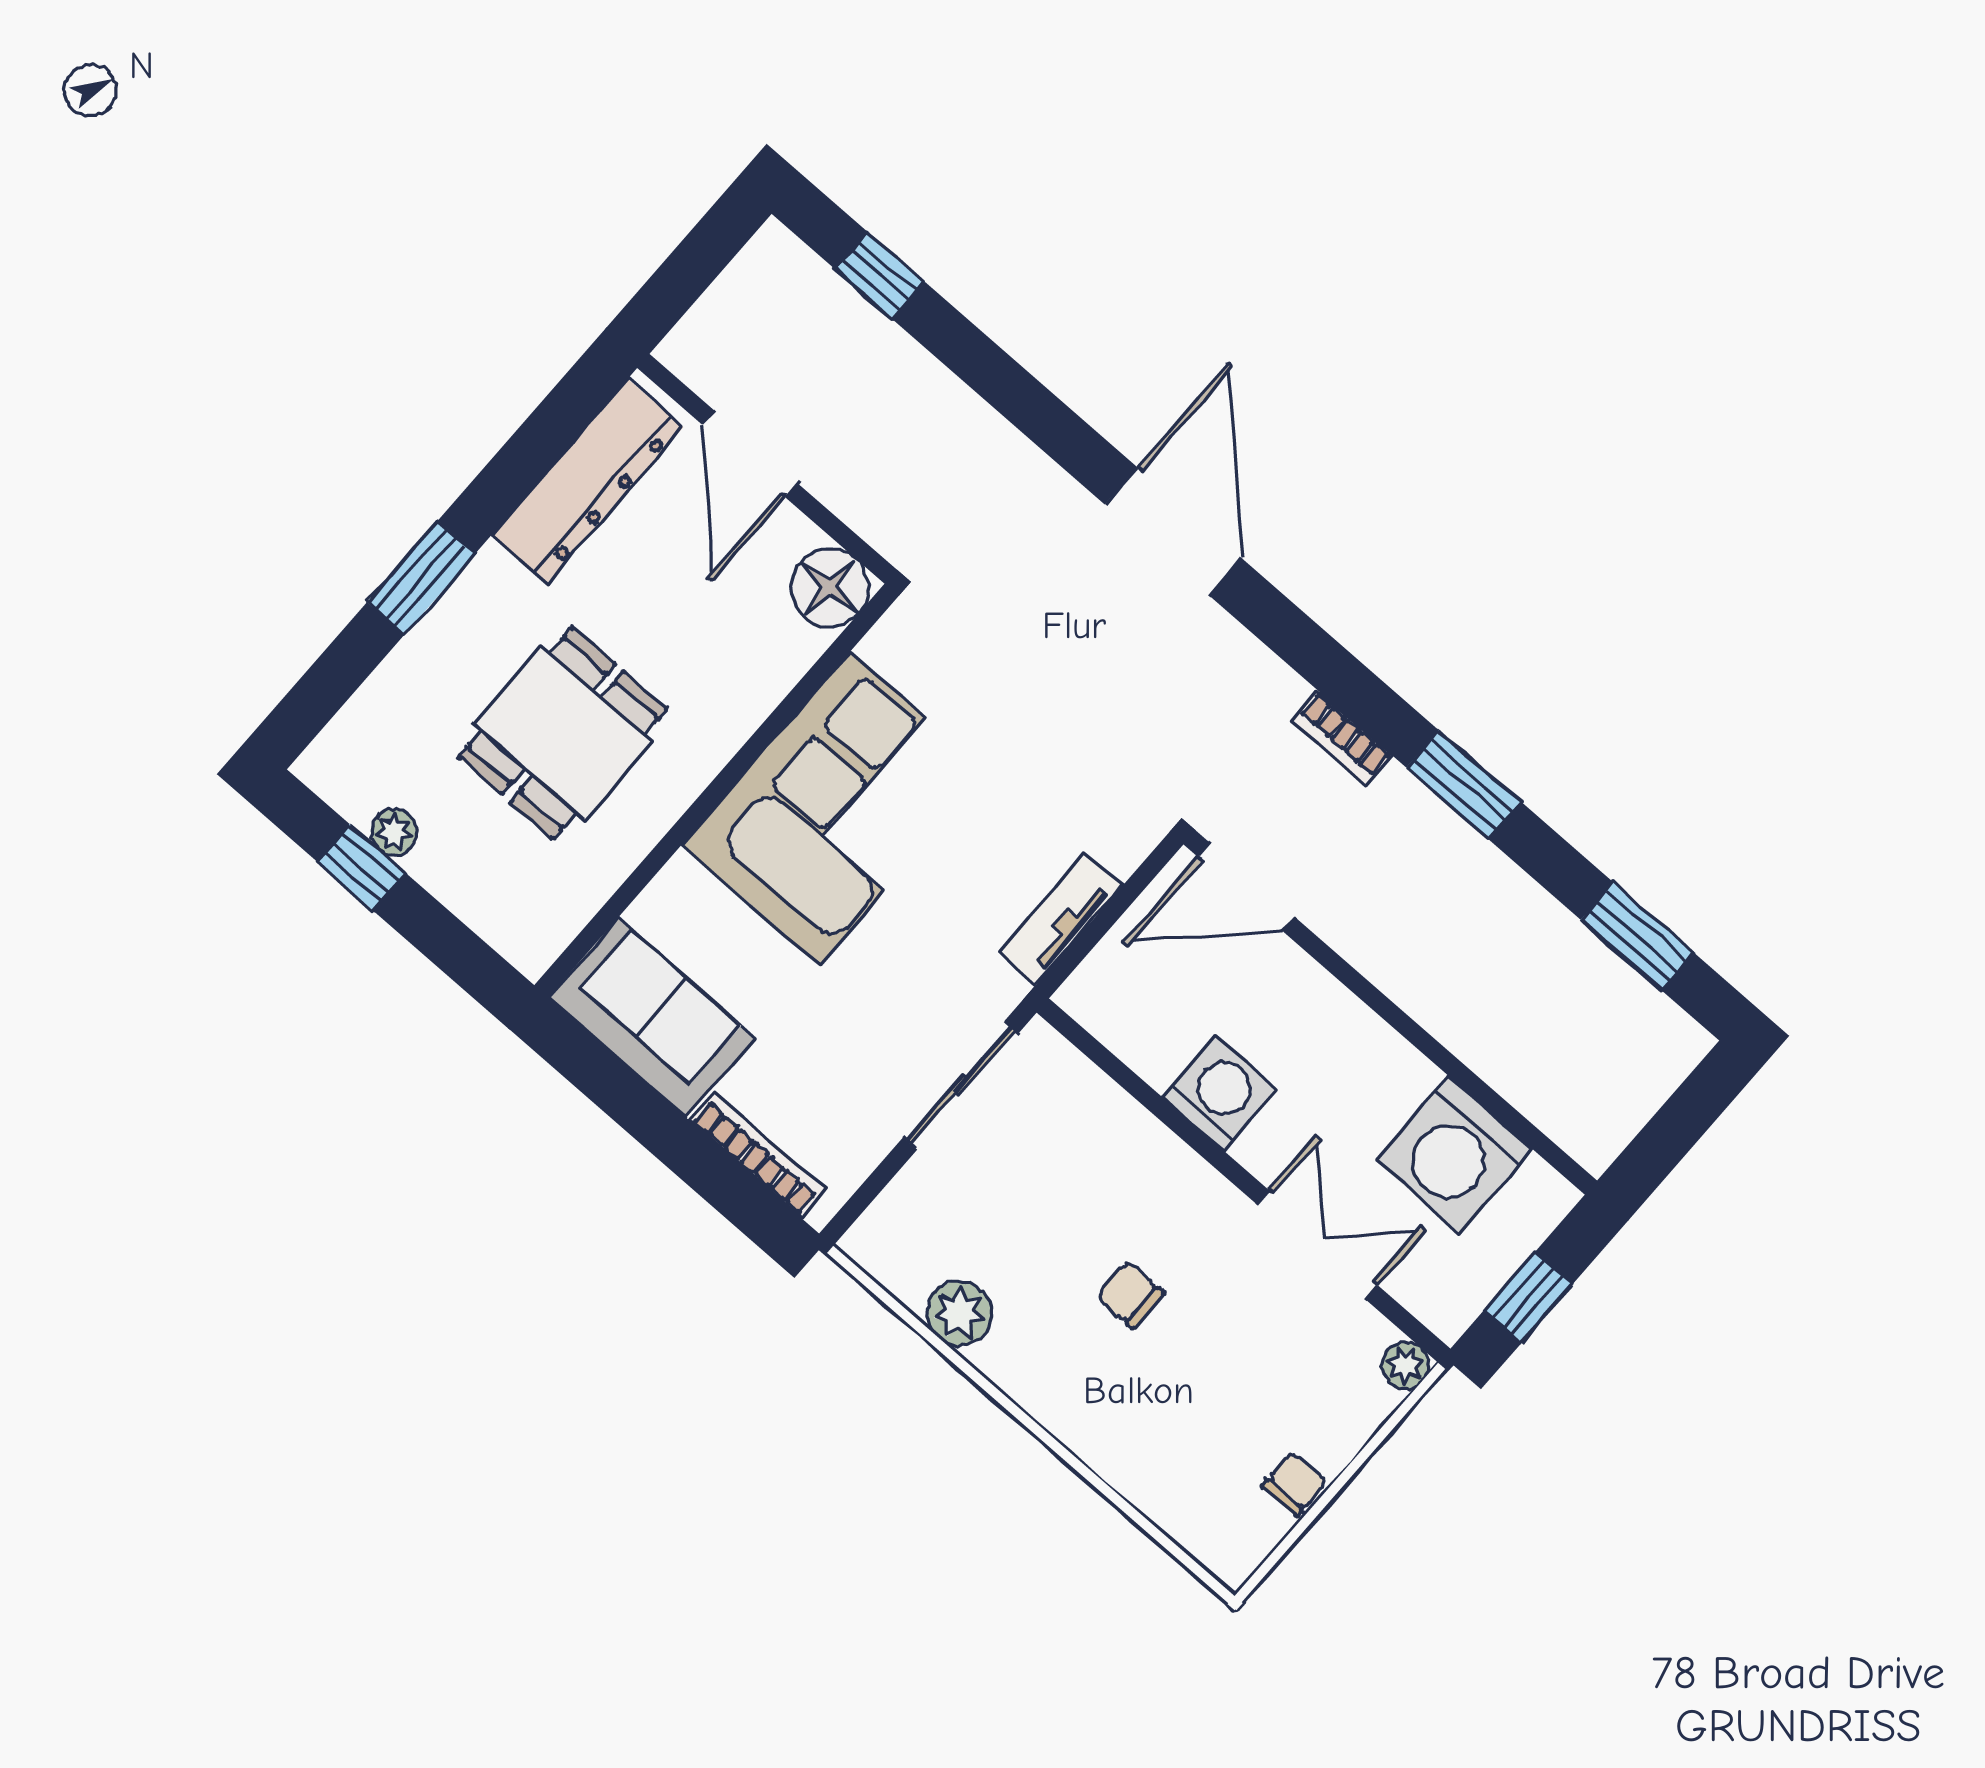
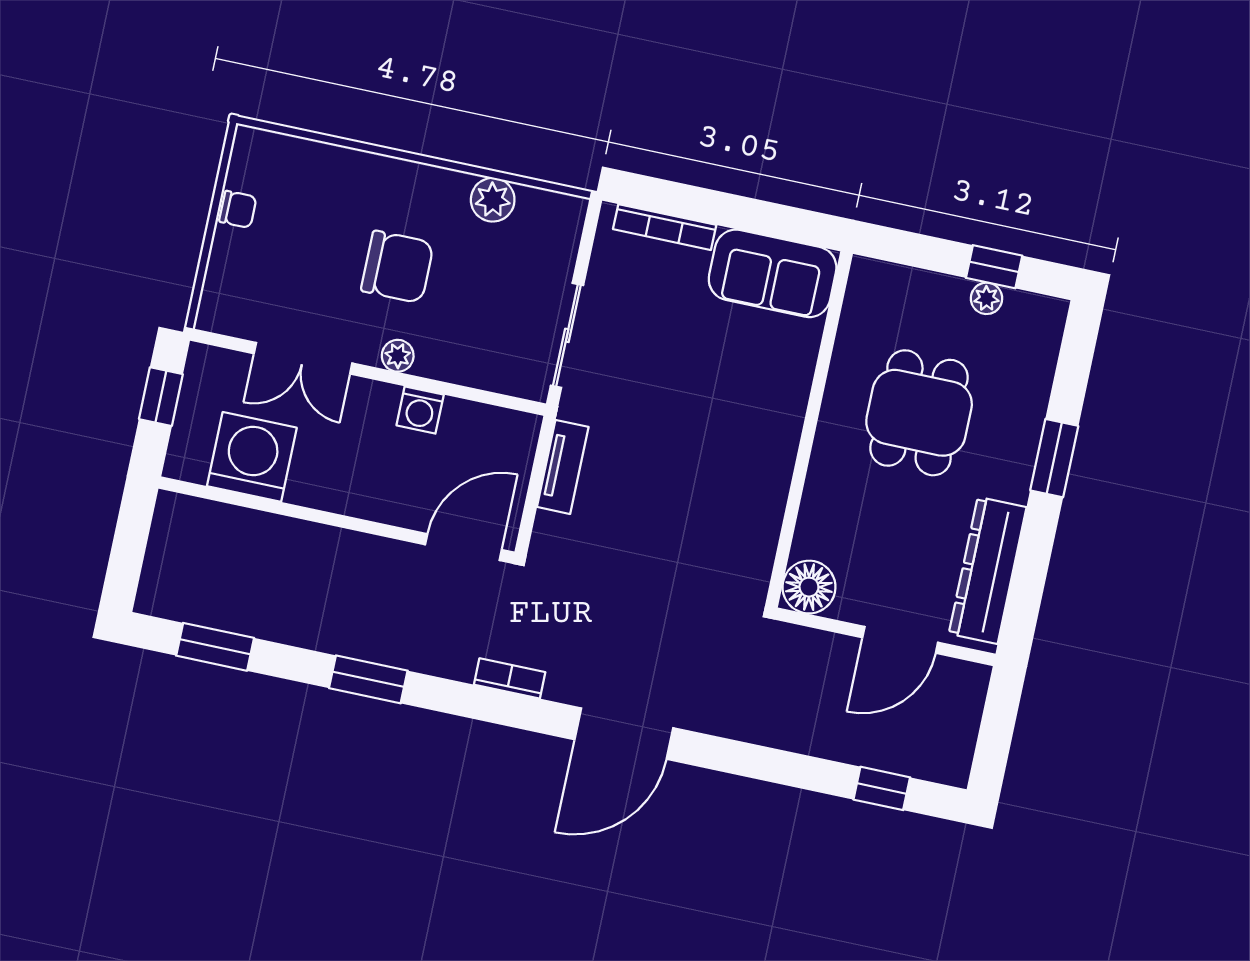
door: (750, 454) -> (900, 640), swing flipped
door: (1173, 531) -> (624, 734), hinge flipped
bookcase: (1342, 738) -> (510, 678), moved
corner sofa: (835, 808) -> (733, 458), removed
washing machine: (1219, 1093) -> (420, 410), width x0.73, depth x0.73
chair: (1130, 1295) -> (397, 267), width x1.87, depth x1.87
plant: (1405, 1365) -> (398, 356), moved
chair: (1295, 1484) -> (238, 209), turned -90

